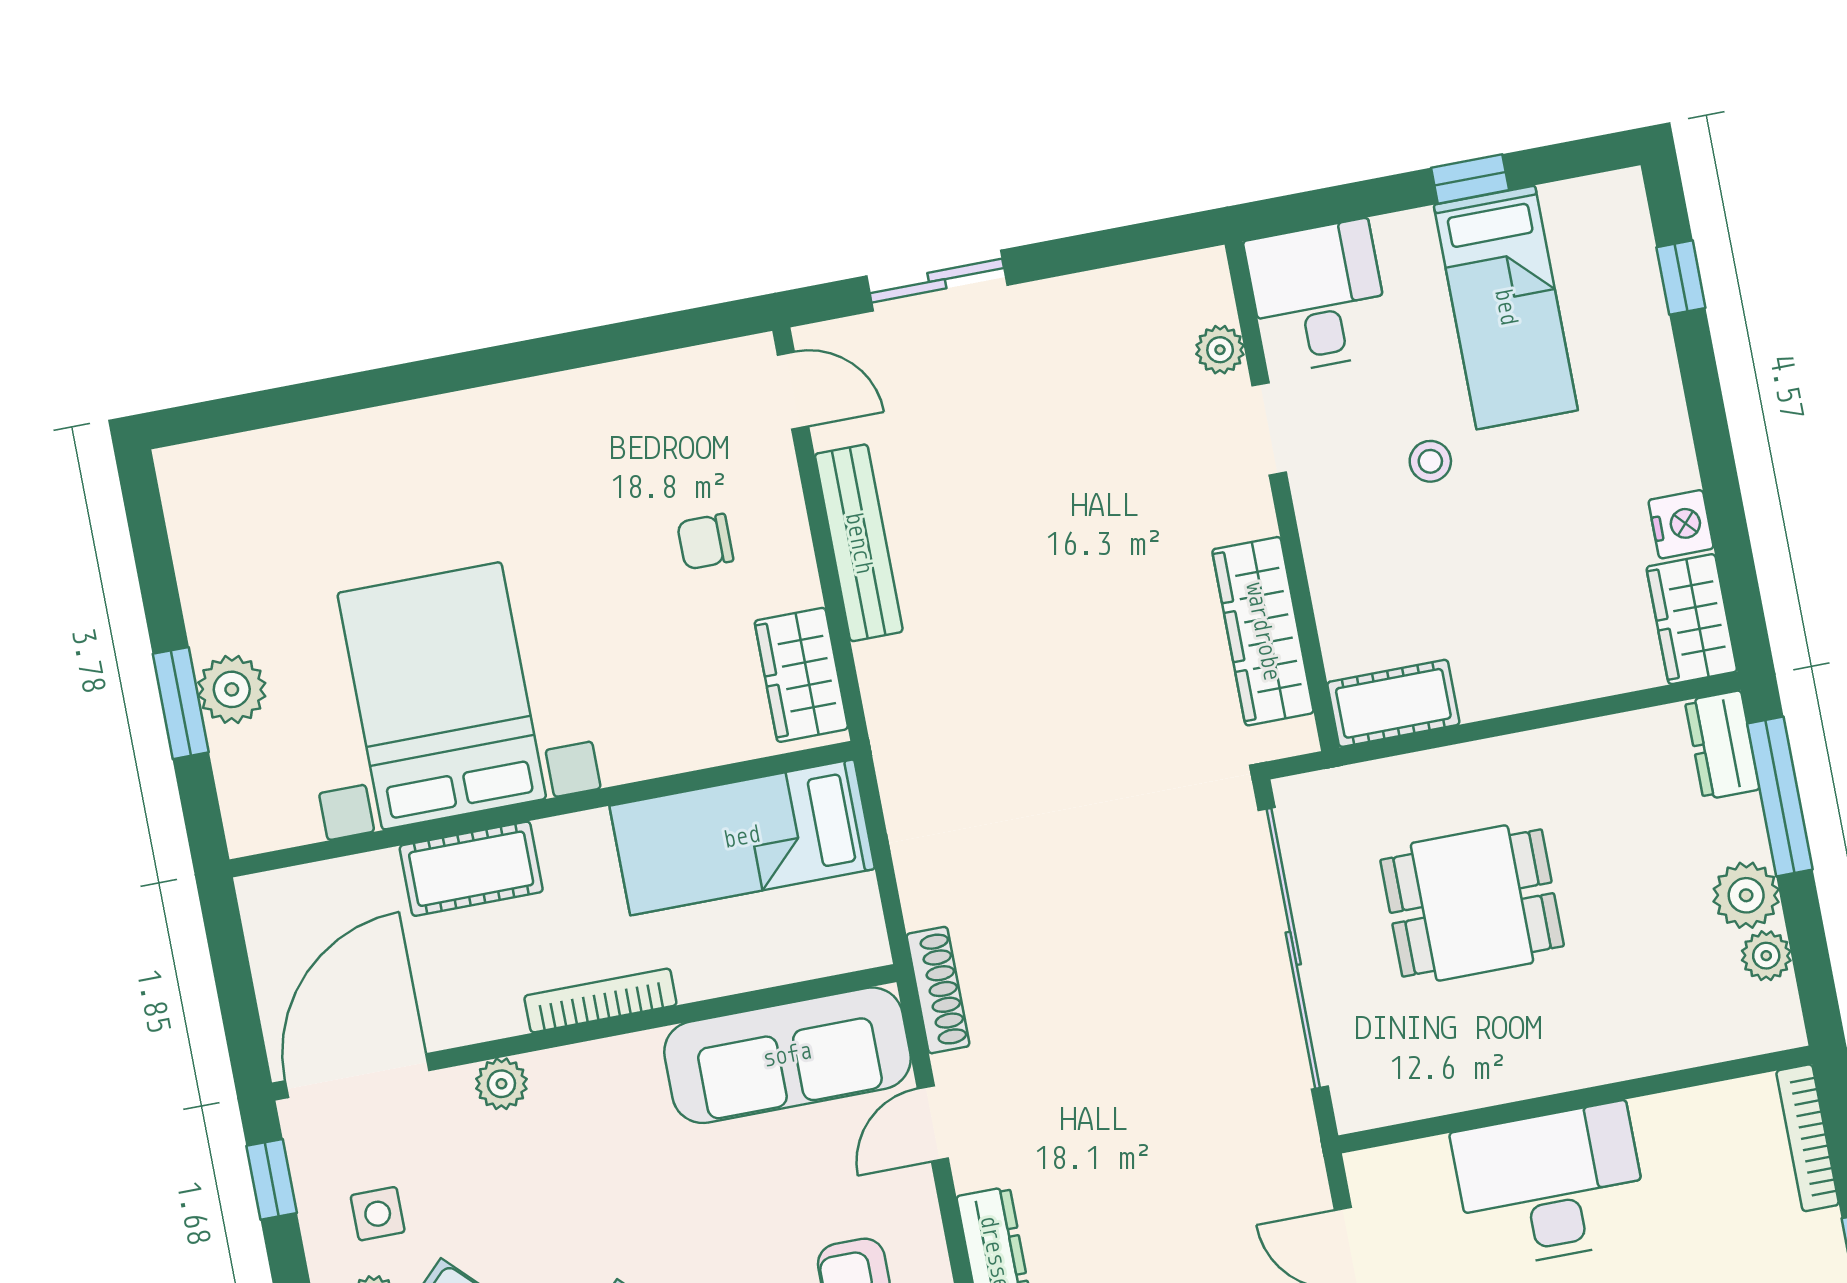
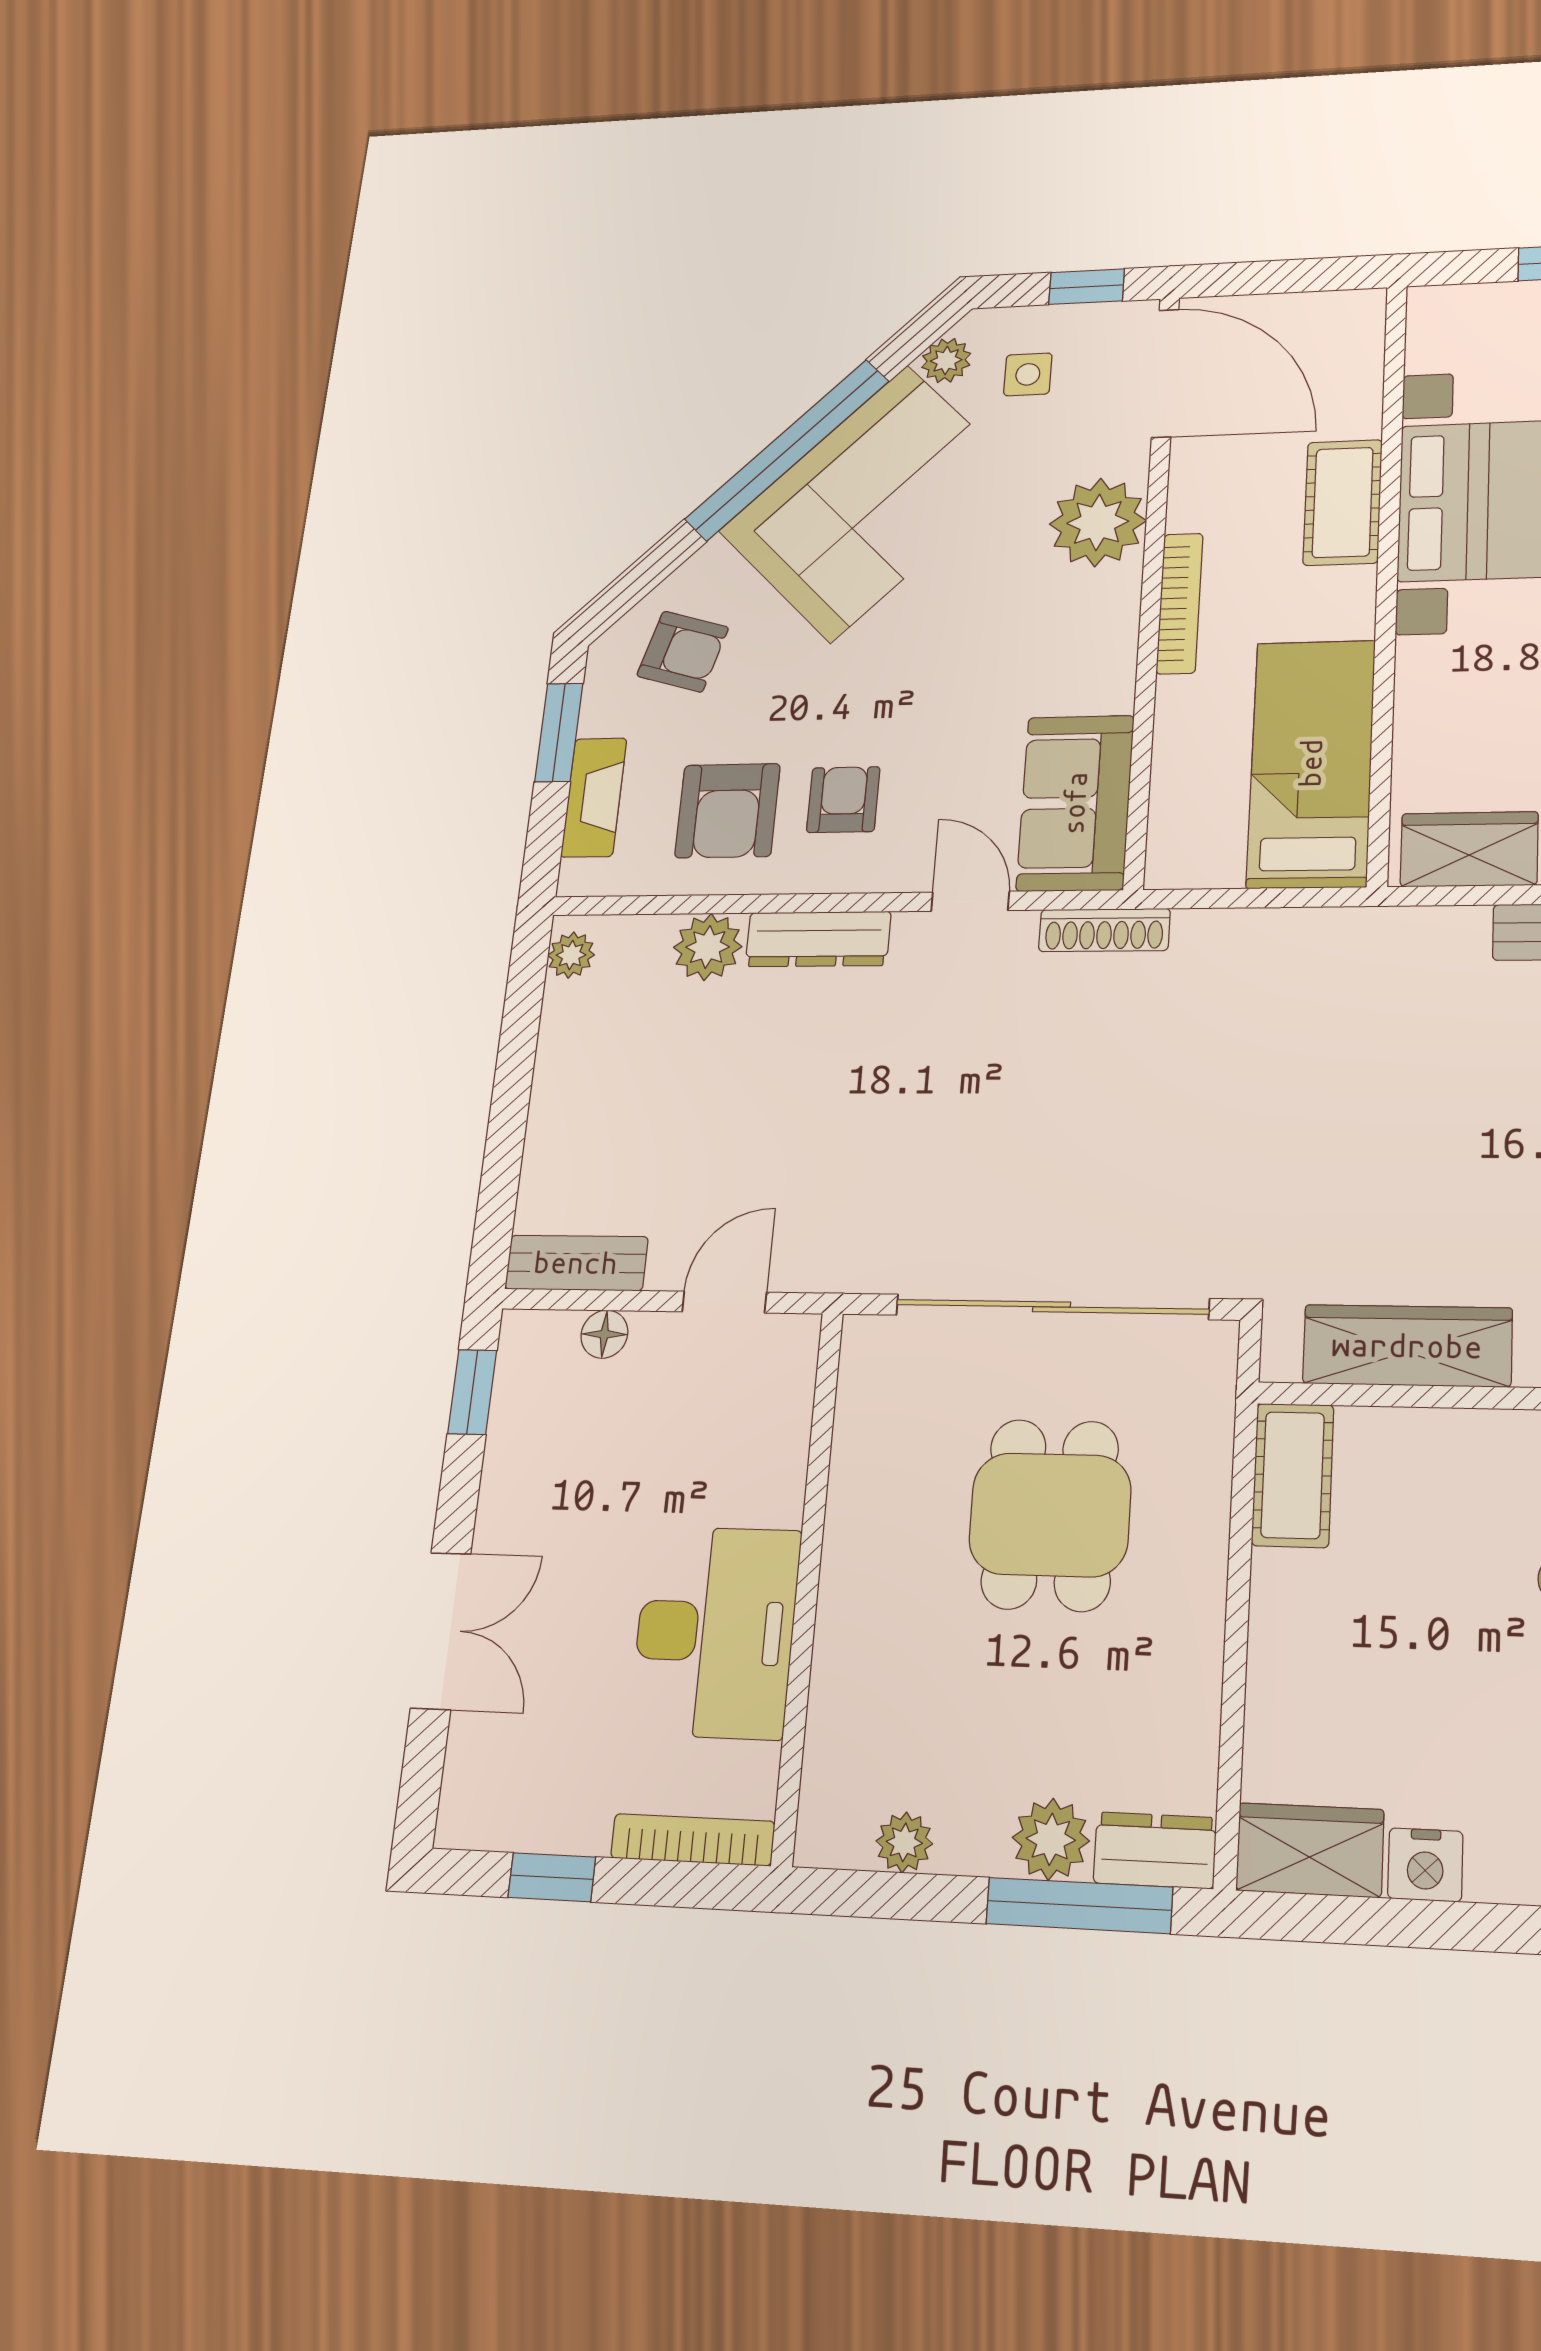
plant: (1746, 895) -> (1051, 1839), moved
sofa: (787, 1055) -> (1075, 803), width x0.73
plant: (501, 1084) -> (1098, 522), width x1.88, depth x1.88
desk: (1551, 1186) -> (715, 1632), moved

